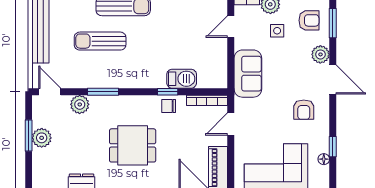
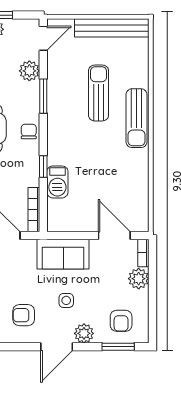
door: (231, 27) -> (114, 236), width x1.38
side table: (277, 31) -> (66, 300), moved
chair: (169, 106) -> (29, 132), moved

